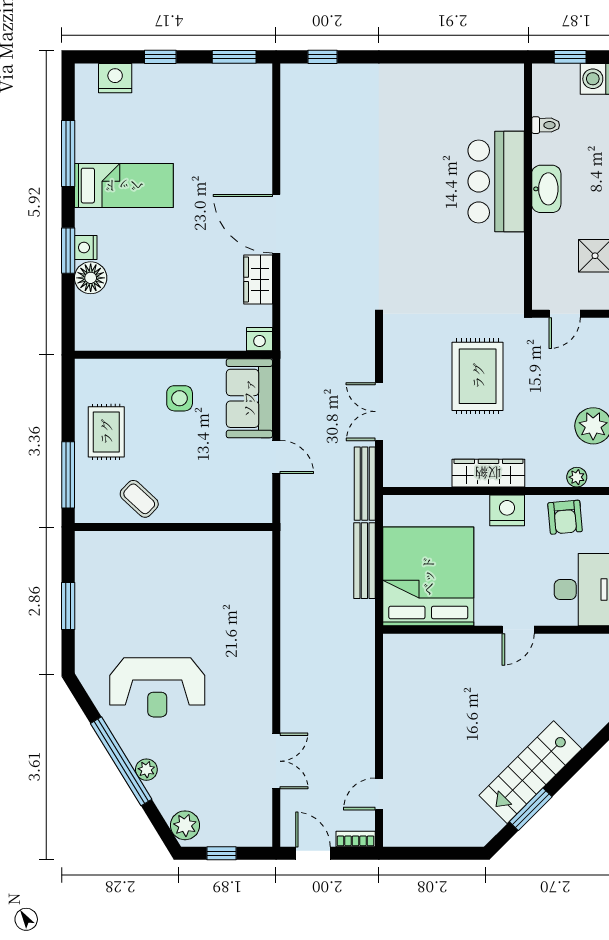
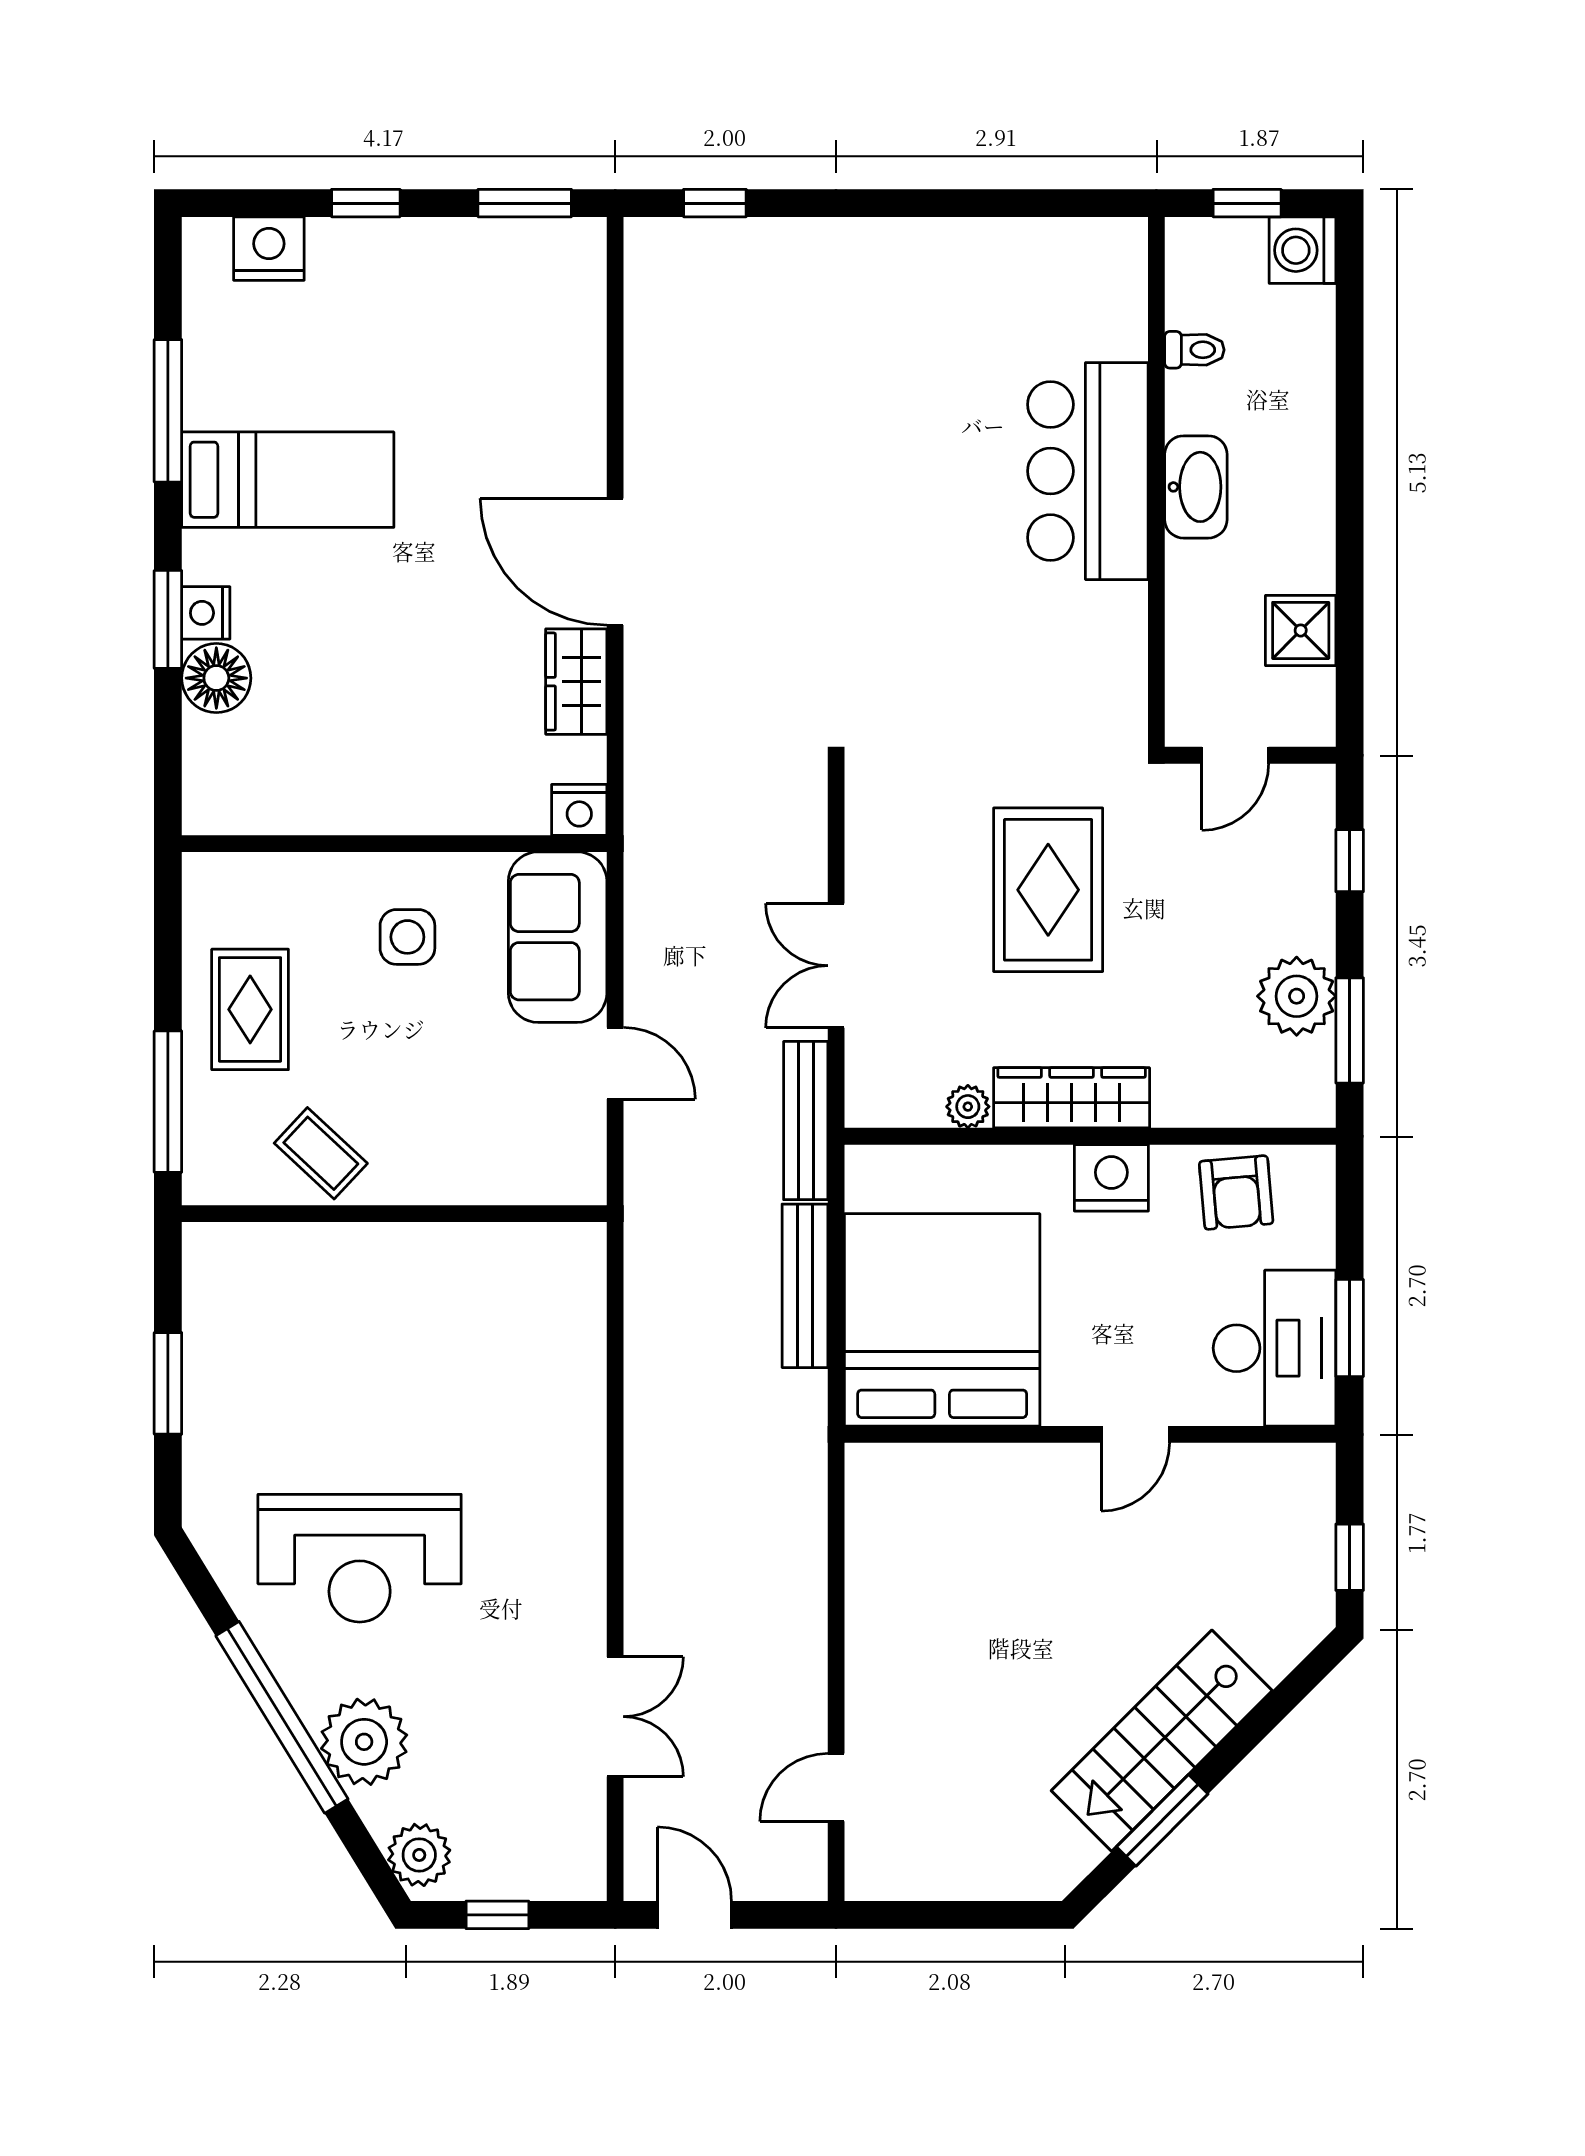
plant: (577, 477) -> (968, 1107), moved
plant: (146, 770) -> (364, 1742), width x1.88, depth x1.88
bookcase: (356, 839) -> (786, 1884), removed

